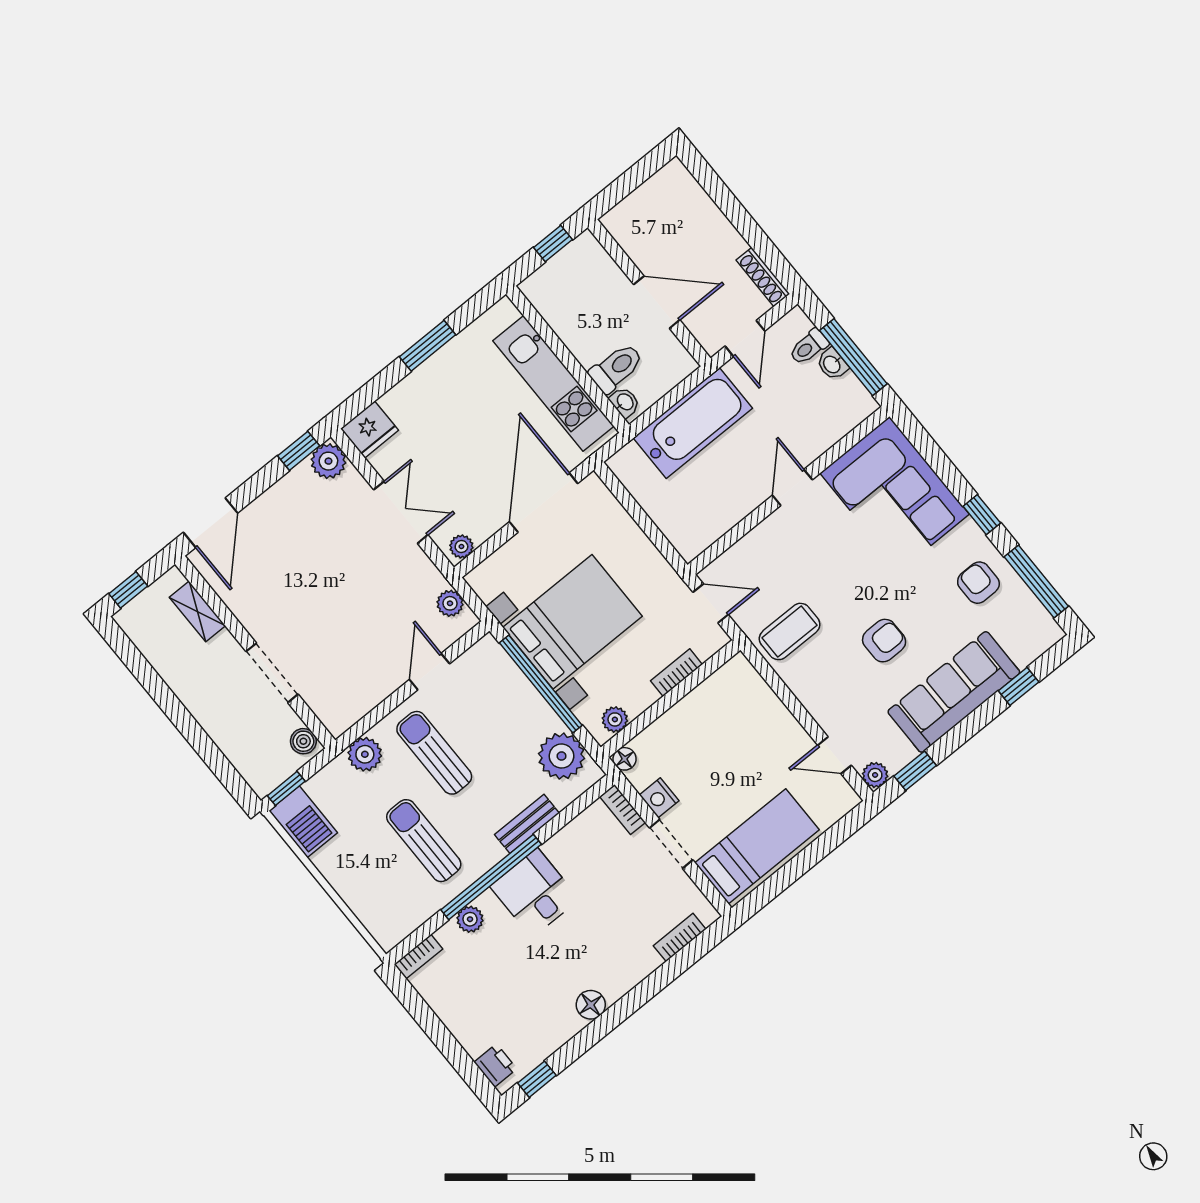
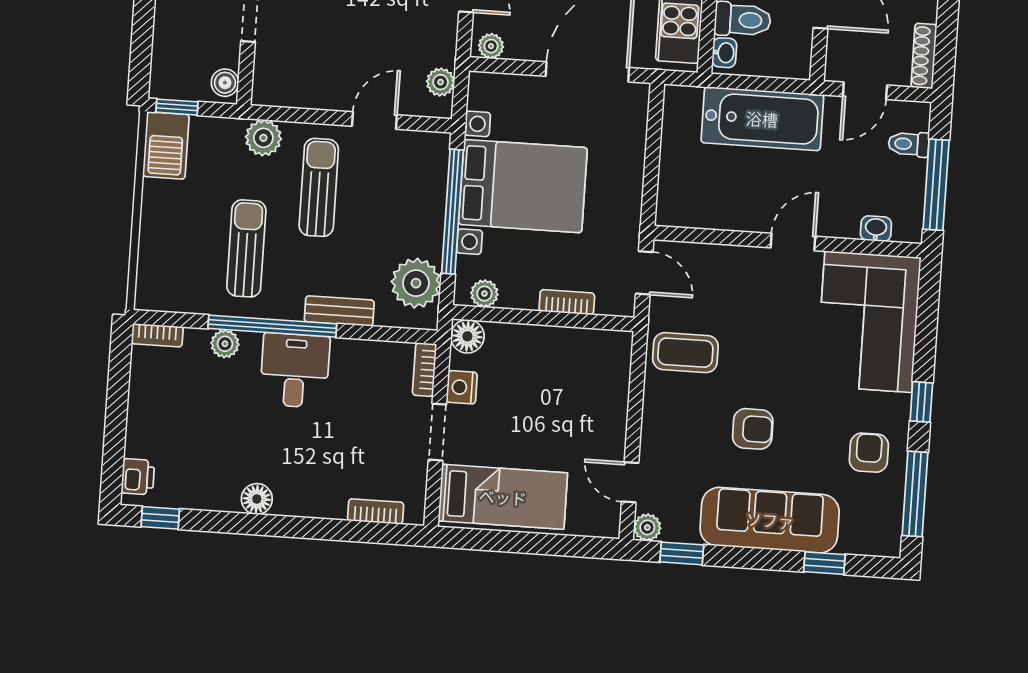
washbasin: (832, 364) -> (876, 229), moved, turned 90
floor lamp: (625, 759) -> (467, 336), width x1.37, depth x1.37

